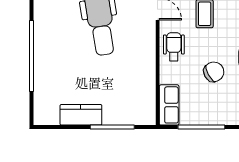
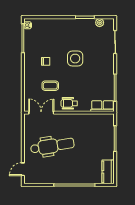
chair: (214, 72) -> (84, 80), removed
kitchen counter: (81, 115) -> (108, 172), moved

